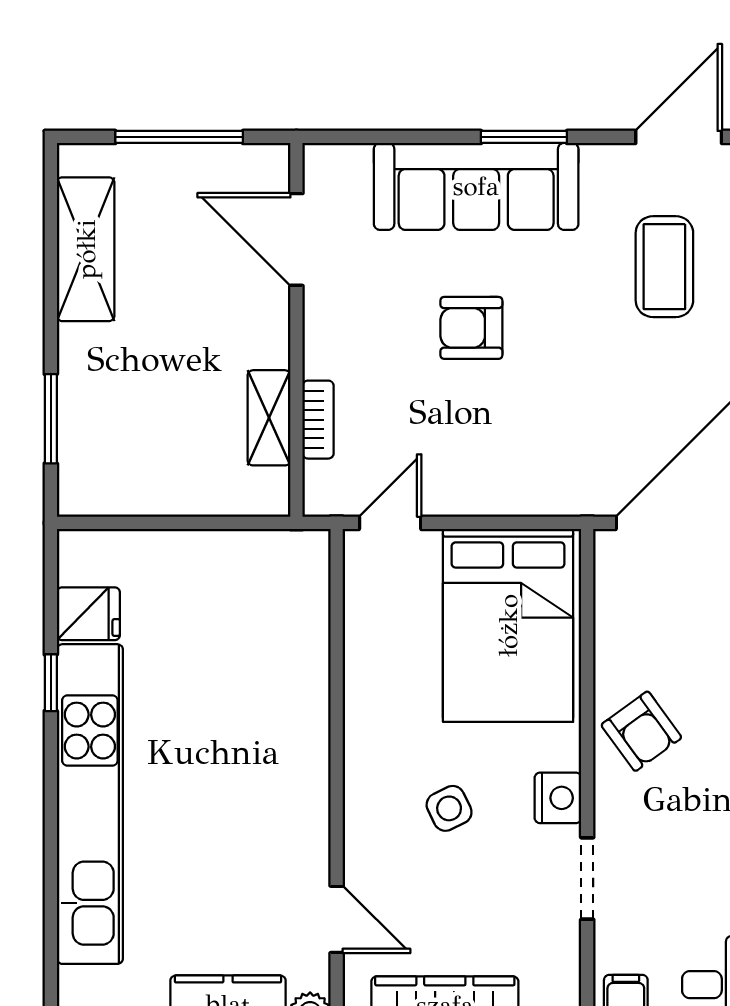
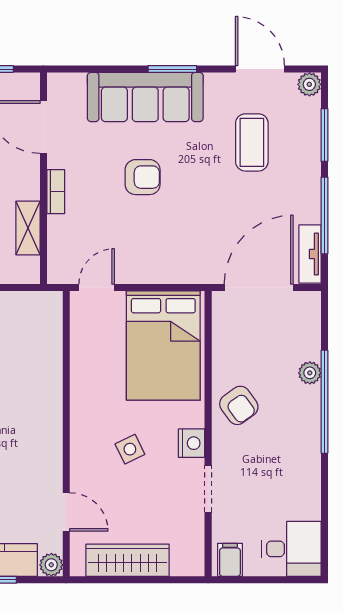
door: (679, 137) -> (260, 69), hinge flipped
armchair: (471, 328) -> (143, 177), turned 180
bookcase: (318, 420) -> (56, 192), moved

